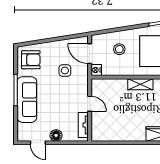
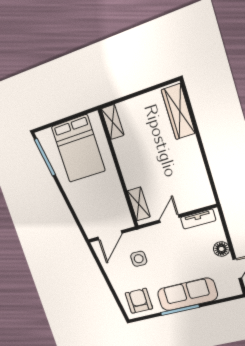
stool: (119, 49) -> (93, 202), removed
nightstand: (96, 70) -> (126, 222), removed
shelving: (140, 84) -> (139, 204), moved

